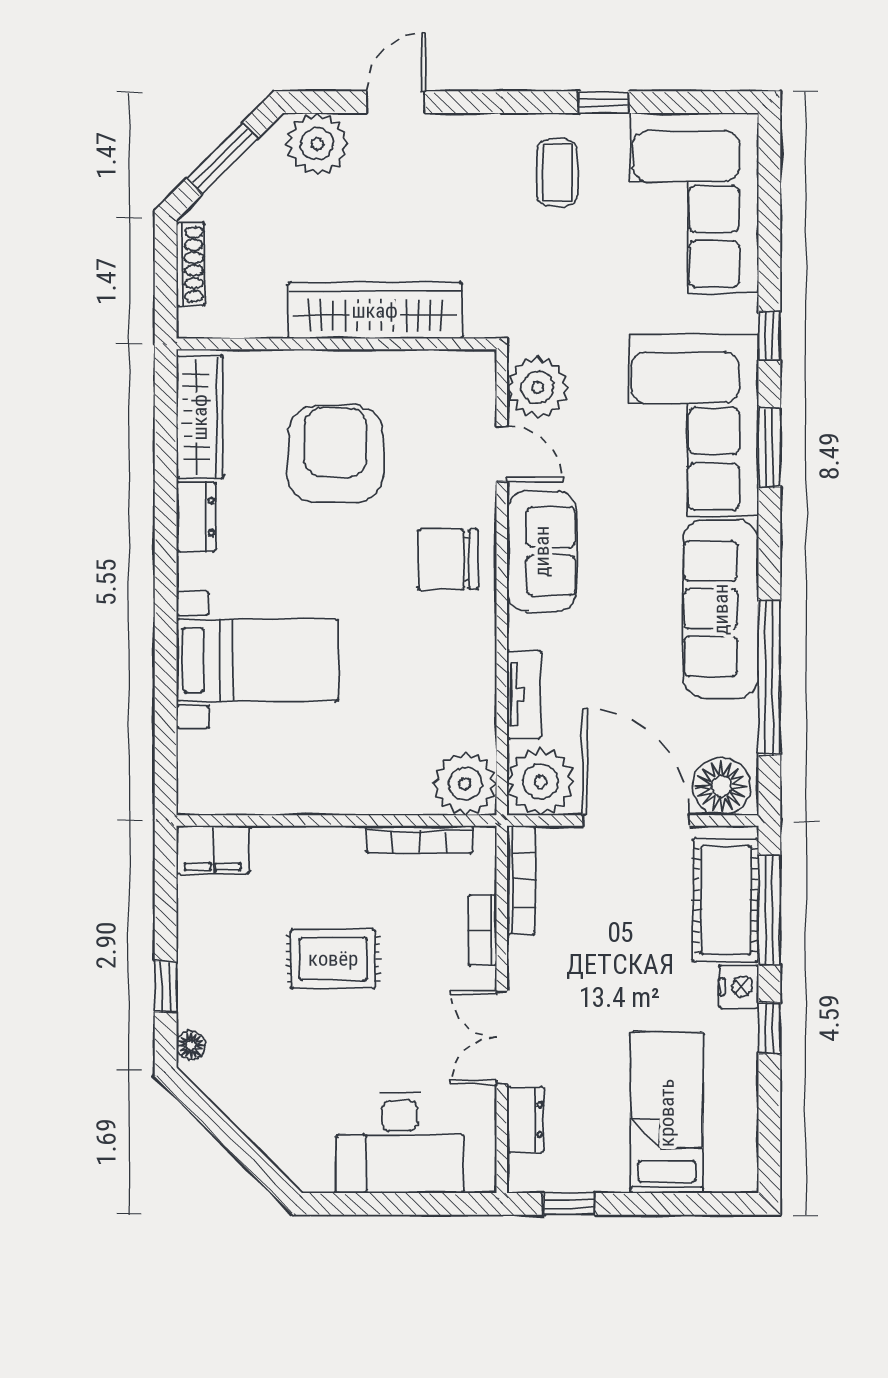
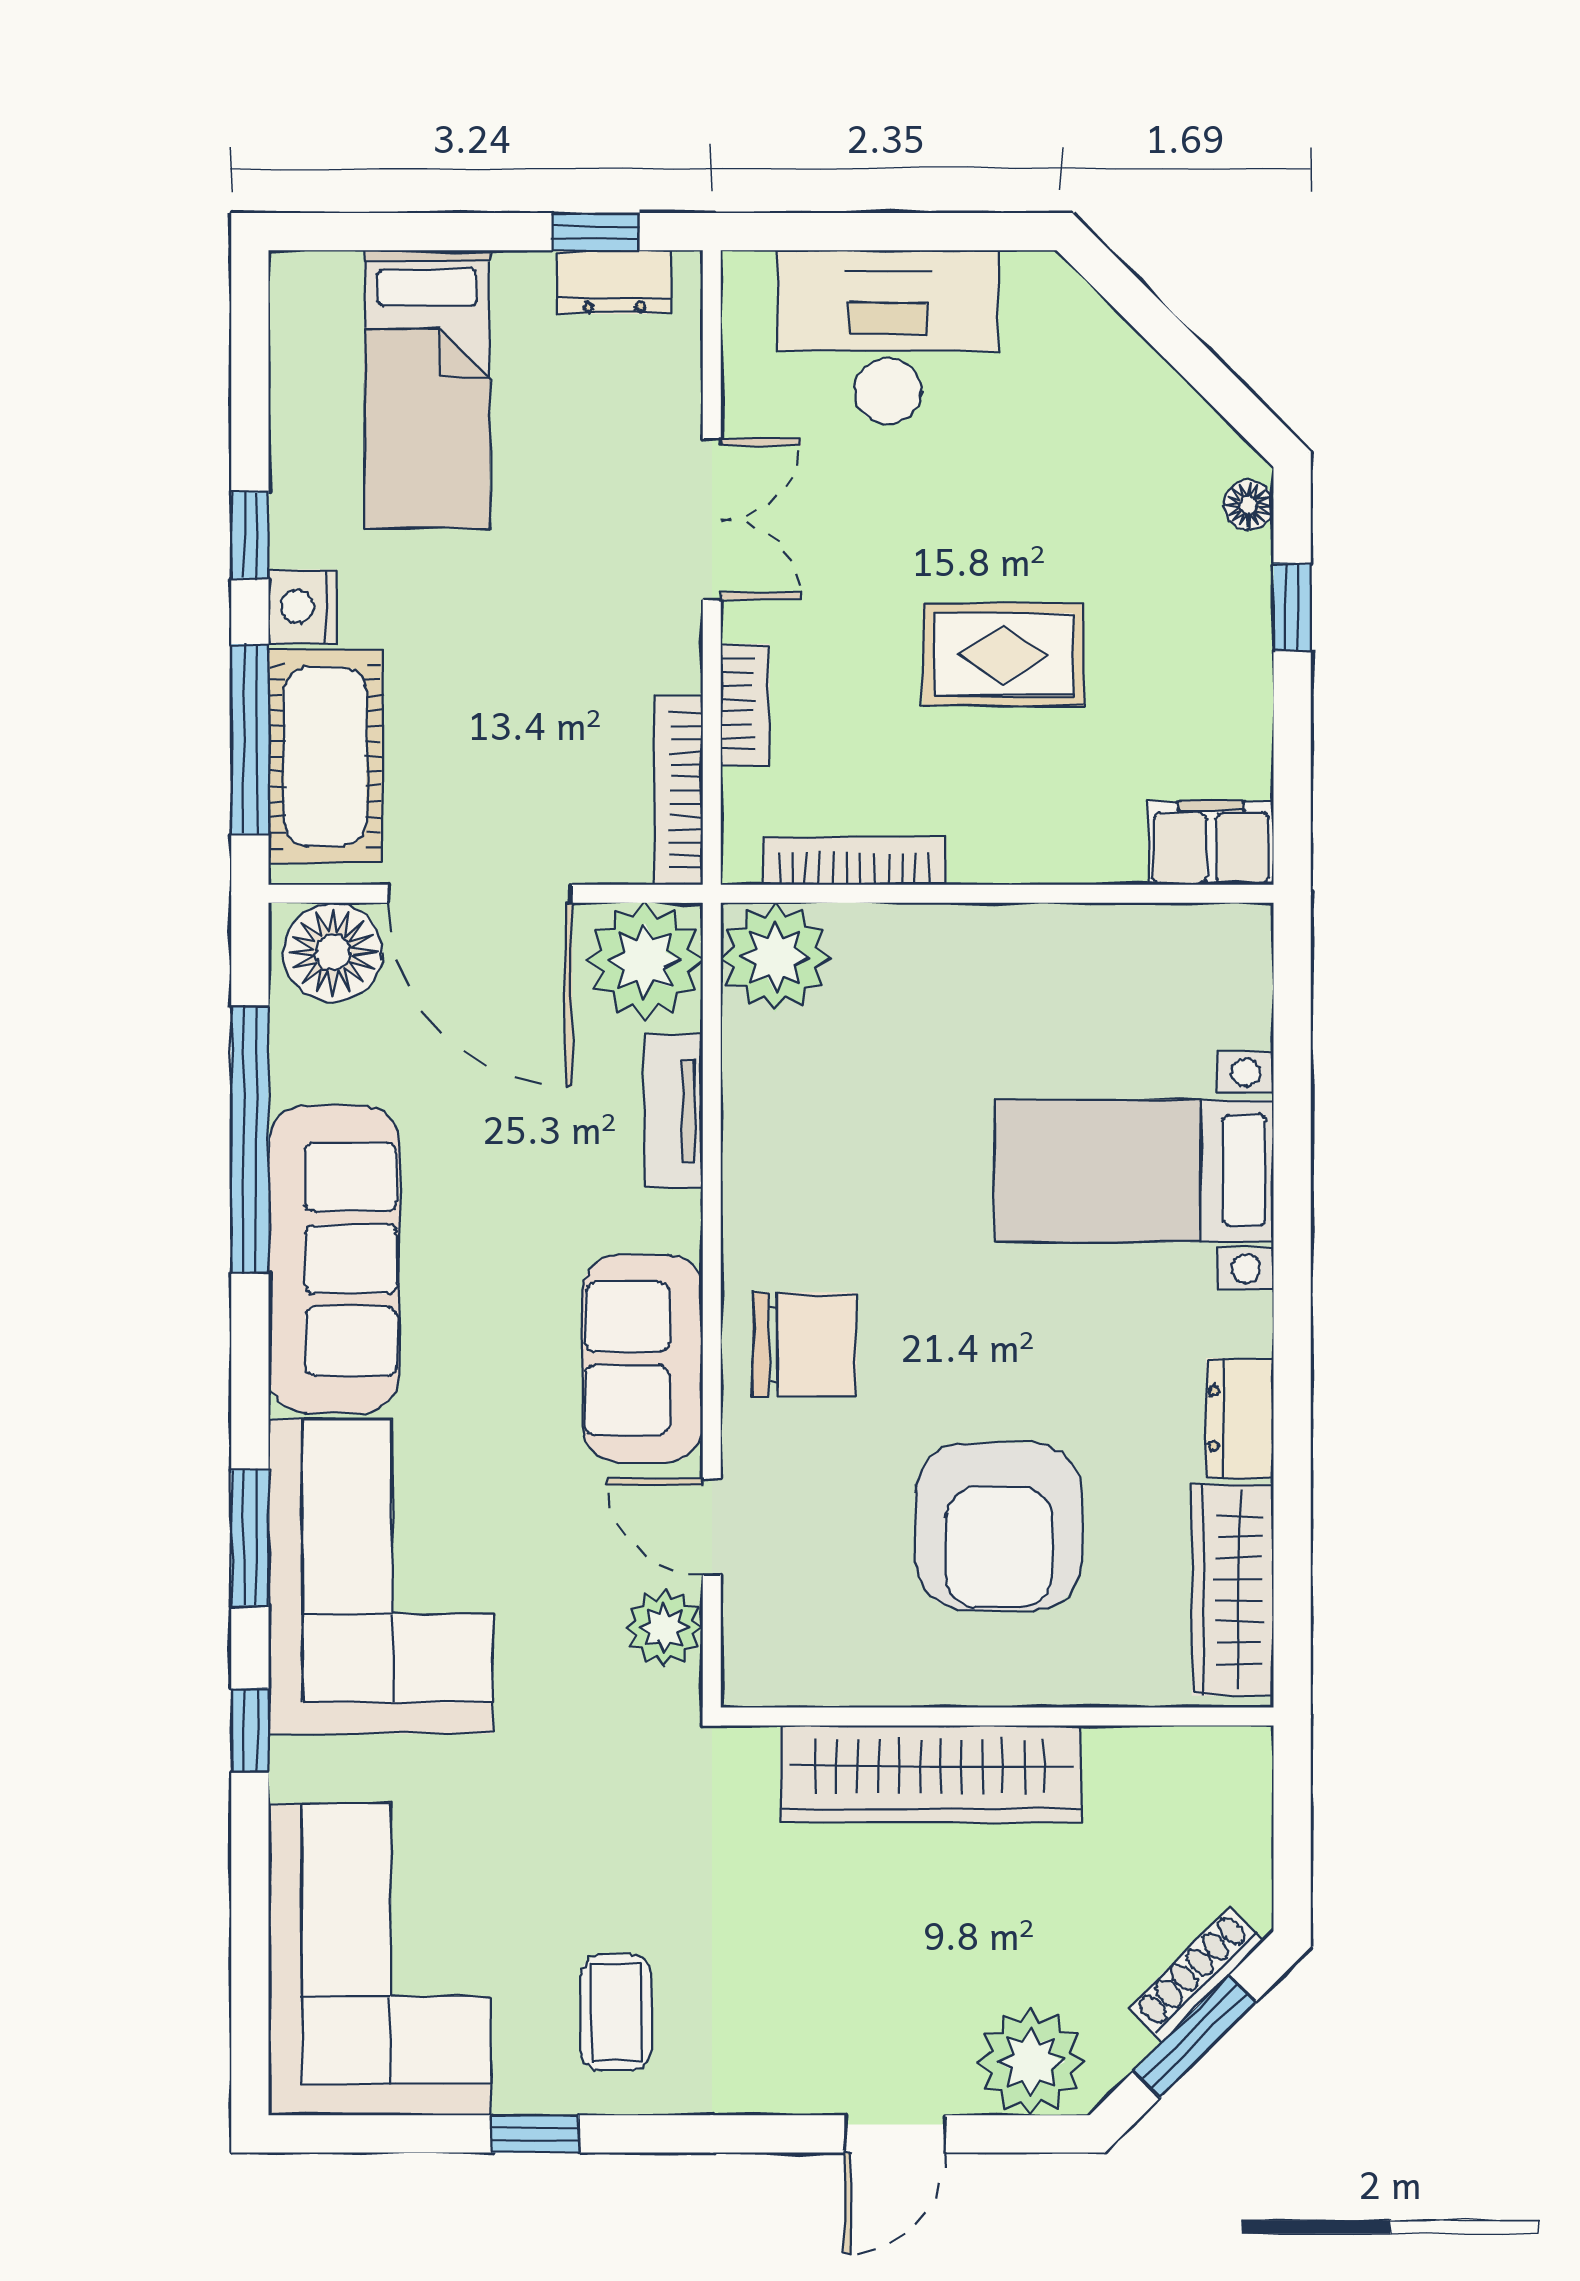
shoe rack: (191, 264) -> (1196, 1974), moved, turned 45
plant: (538, 387) -> (664, 1628), width x0.73, depth x0.73
dresser: (525, 1120) -> (614, 282), moved, turned -90

